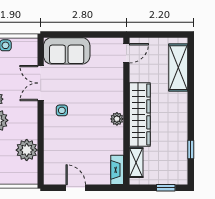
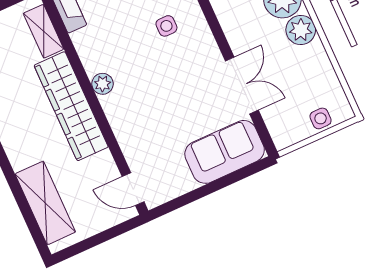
door: (126, 53) -> (133, 189), hinge flipped
side table: (62, 110) -> (166, 26), moved

